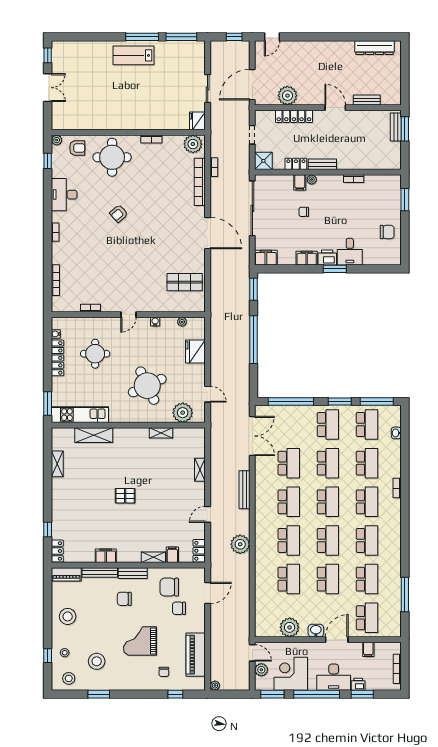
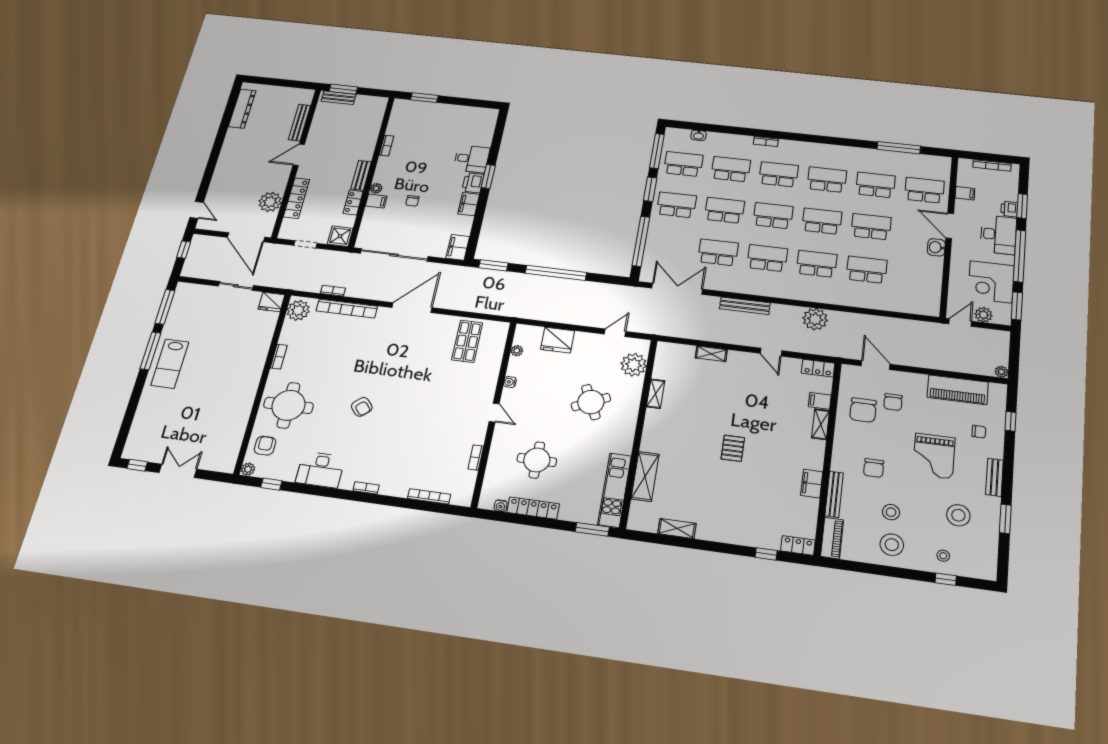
bench: (367, 100) -> (299, 123), width x1.36
chair: (387, 232) -> (457, 119), removed
round table: (147, 386) -> (591, 402), width x0.73, depth x0.73
bench: (133, 573) -> (994, 477), moved
plant: (290, 627) -> (930, 276), removed
stool: (69, 678) -> (891, 512), moved

